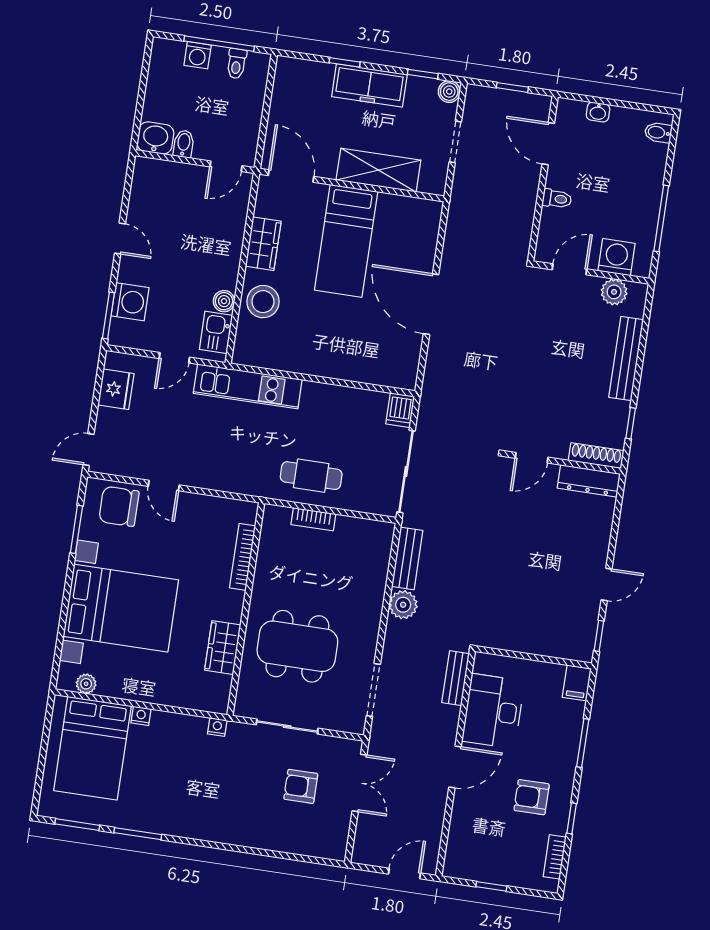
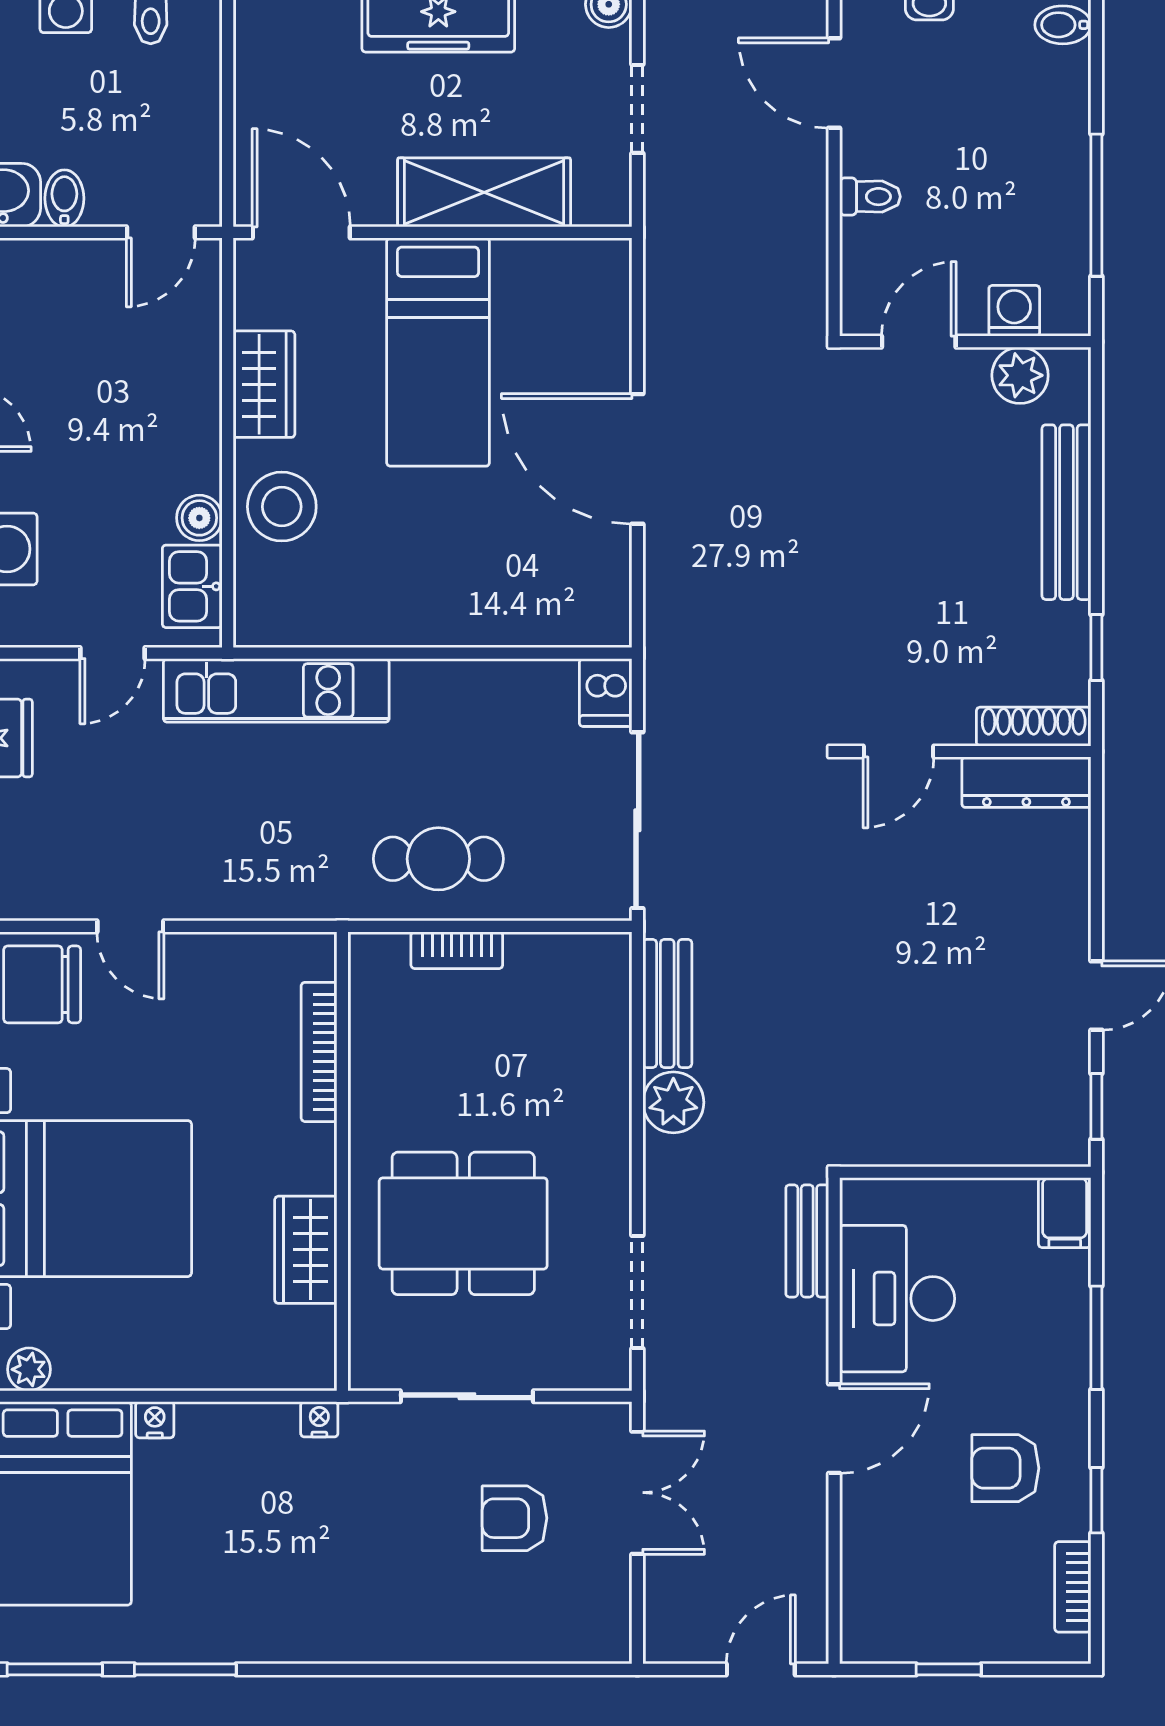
washing machine: (616, 257) -> (1014, 311), width x0.73, depth x0.73

